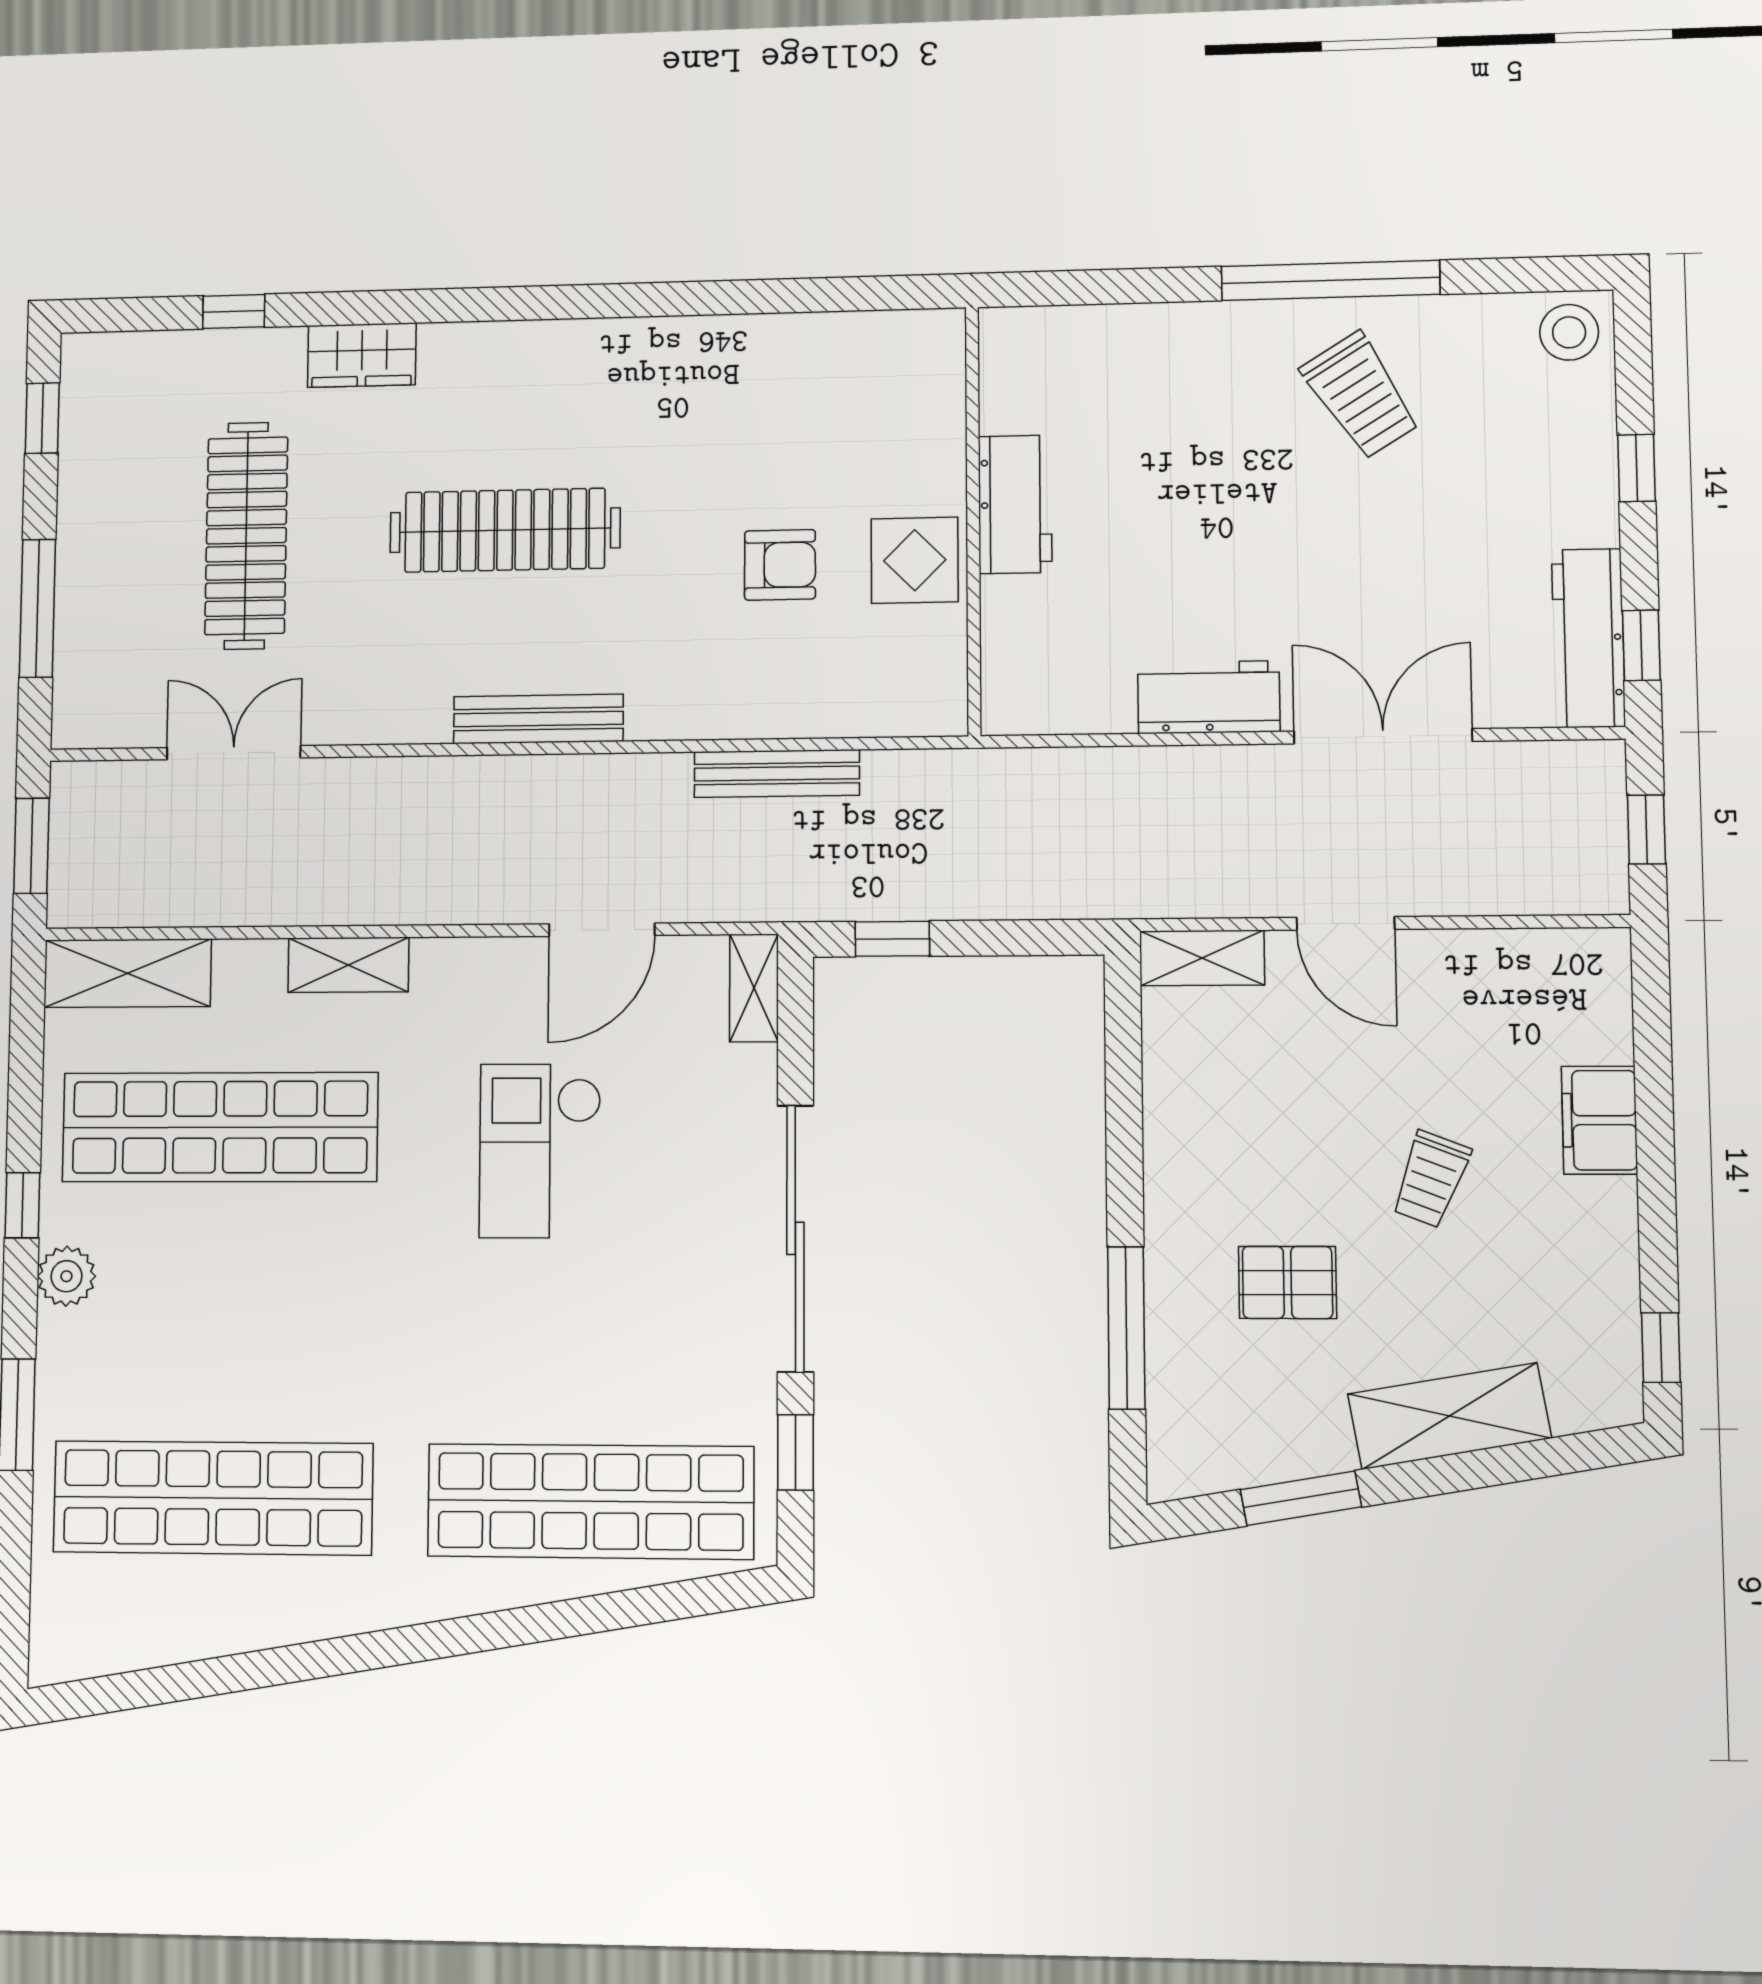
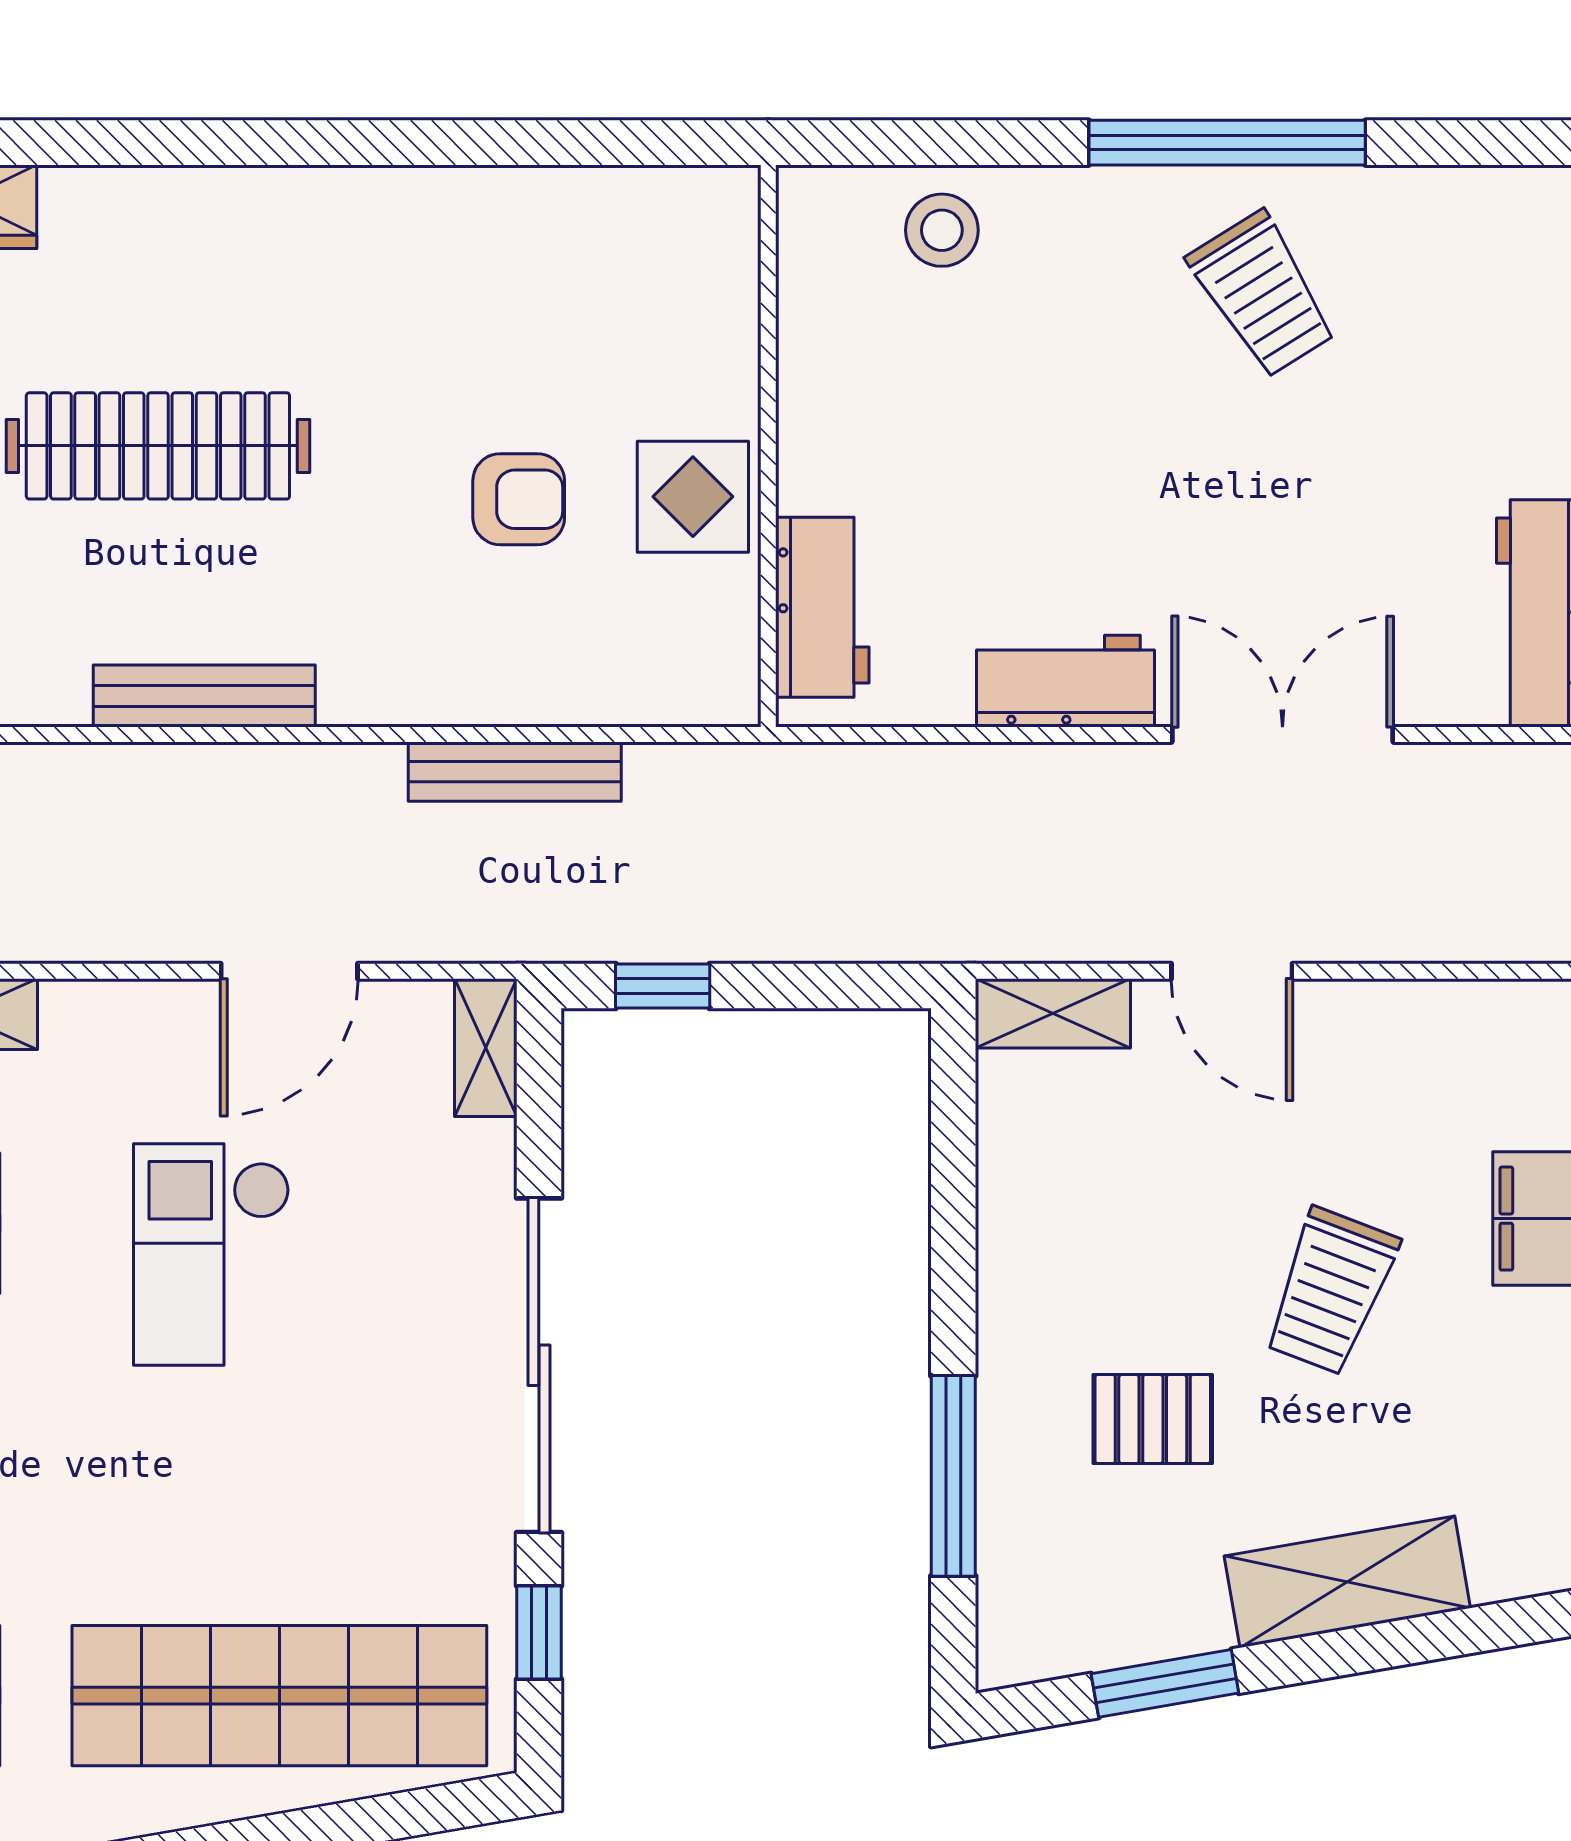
stool: (1569, 332) -> (942, 230), moved
workbench: (1015, 504) -> (822, 607), moved
trolley: (1431, 1179) -> (1331, 1291), width x1.36, depth x1.39

